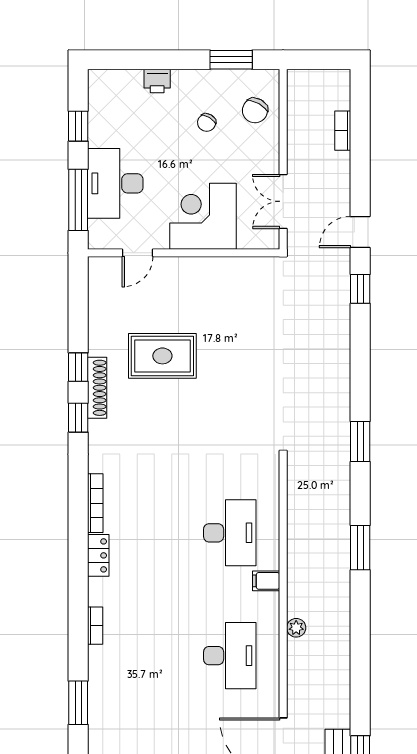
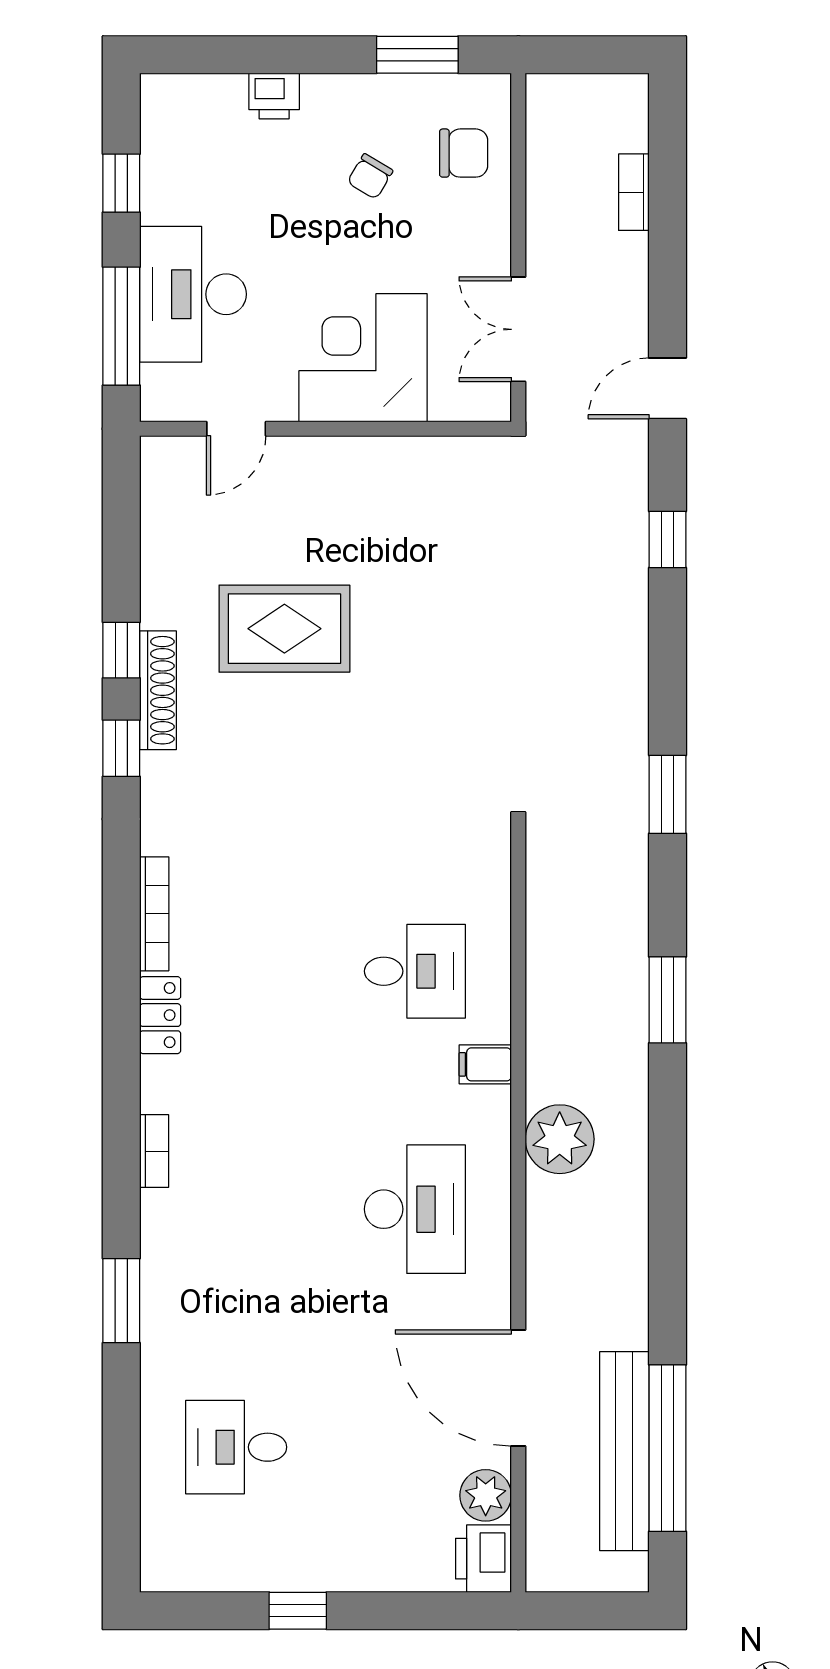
chair: (255, 110) -> (464, 153), turned -119
window: (360, 289) -> (668, 539), moved
desk: (230, 533) -> (415, 971), width x0.73
plant: (296, 628) -> (560, 1139), width x1.87, depth x1.87

